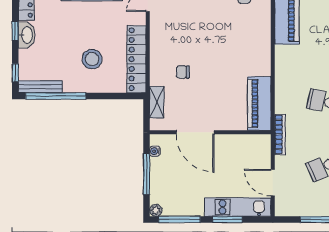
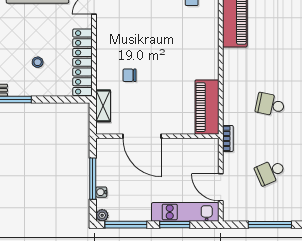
stool: (92, 59) -> (38, 62), width x0.53, depth x0.53
bookcase: (280, 134) -> (228, 138), width x0.64
water cooler: (155, 151) -> (101, 192), moved

